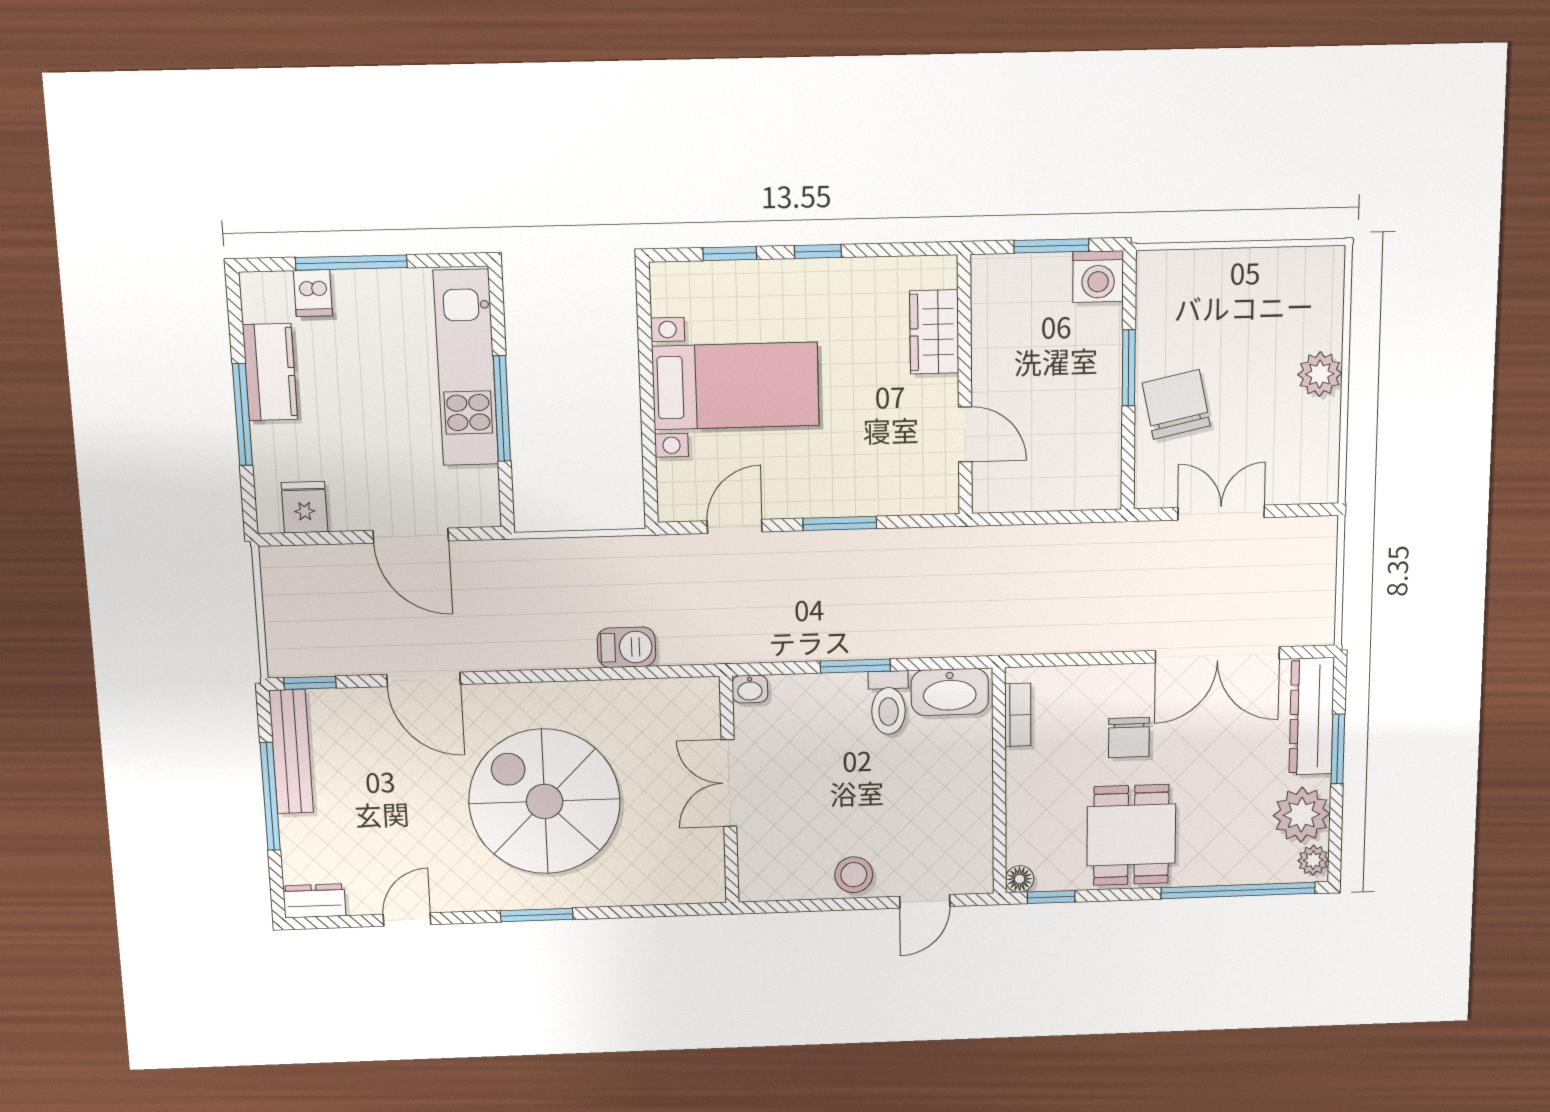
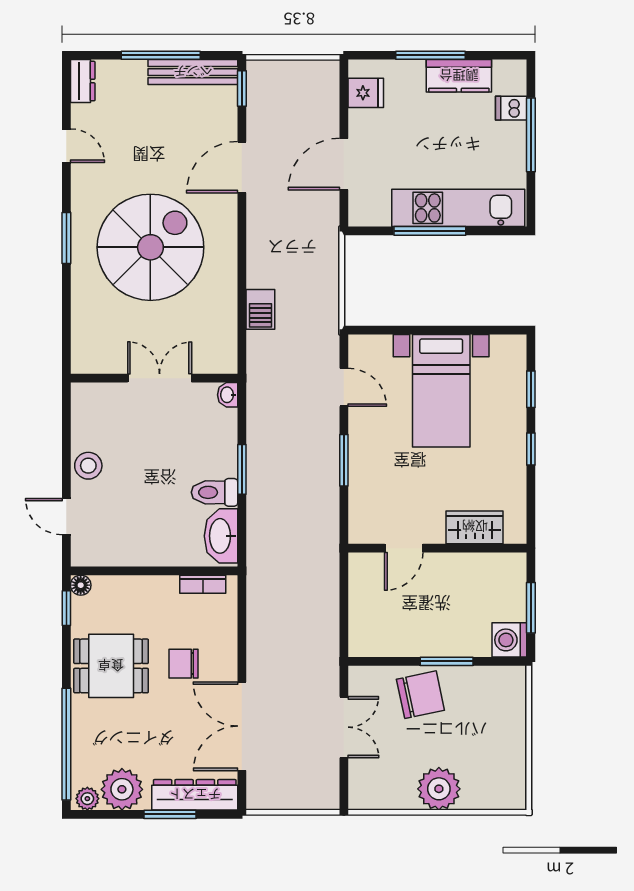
plant: (1320, 374) -> (439, 789), width x1.36, depth x1.36

